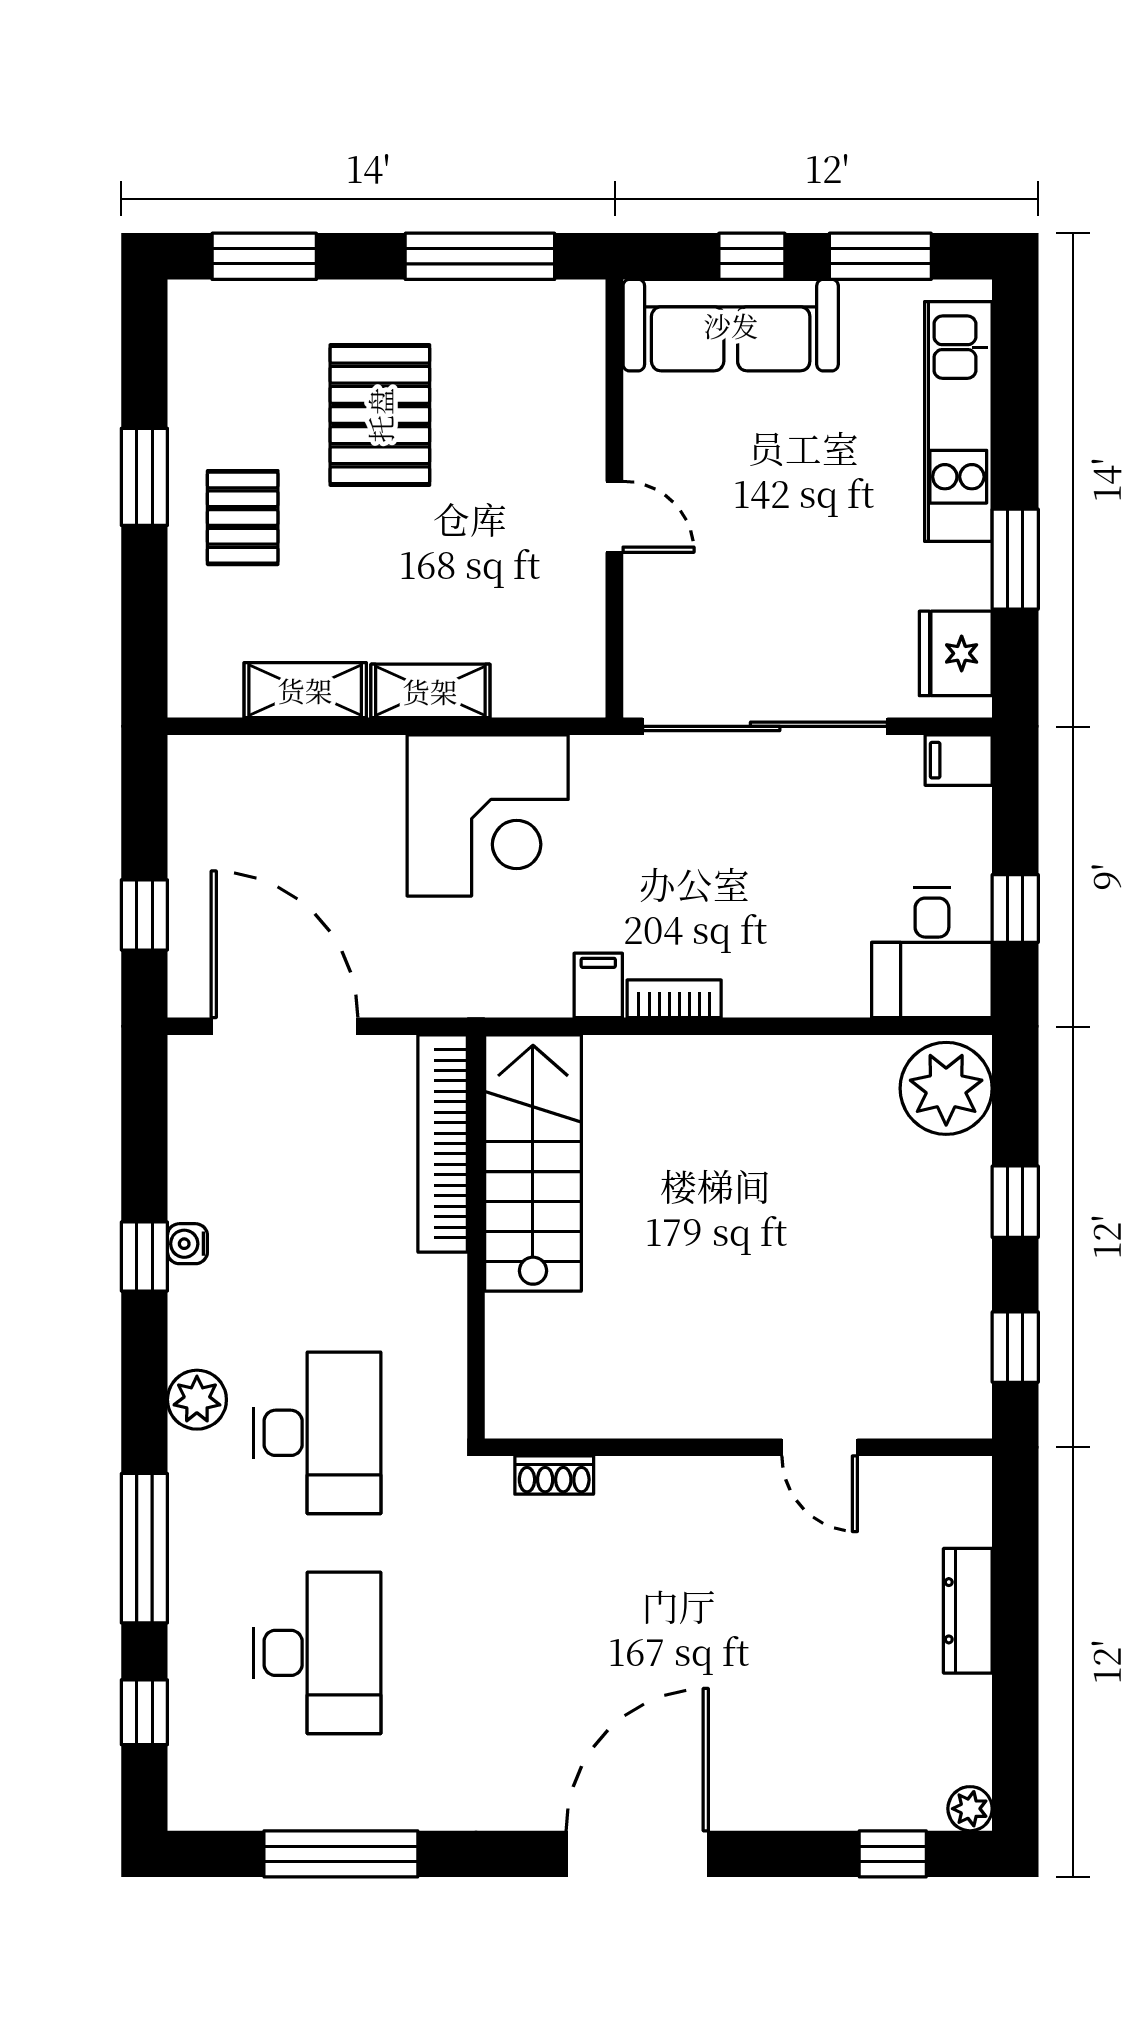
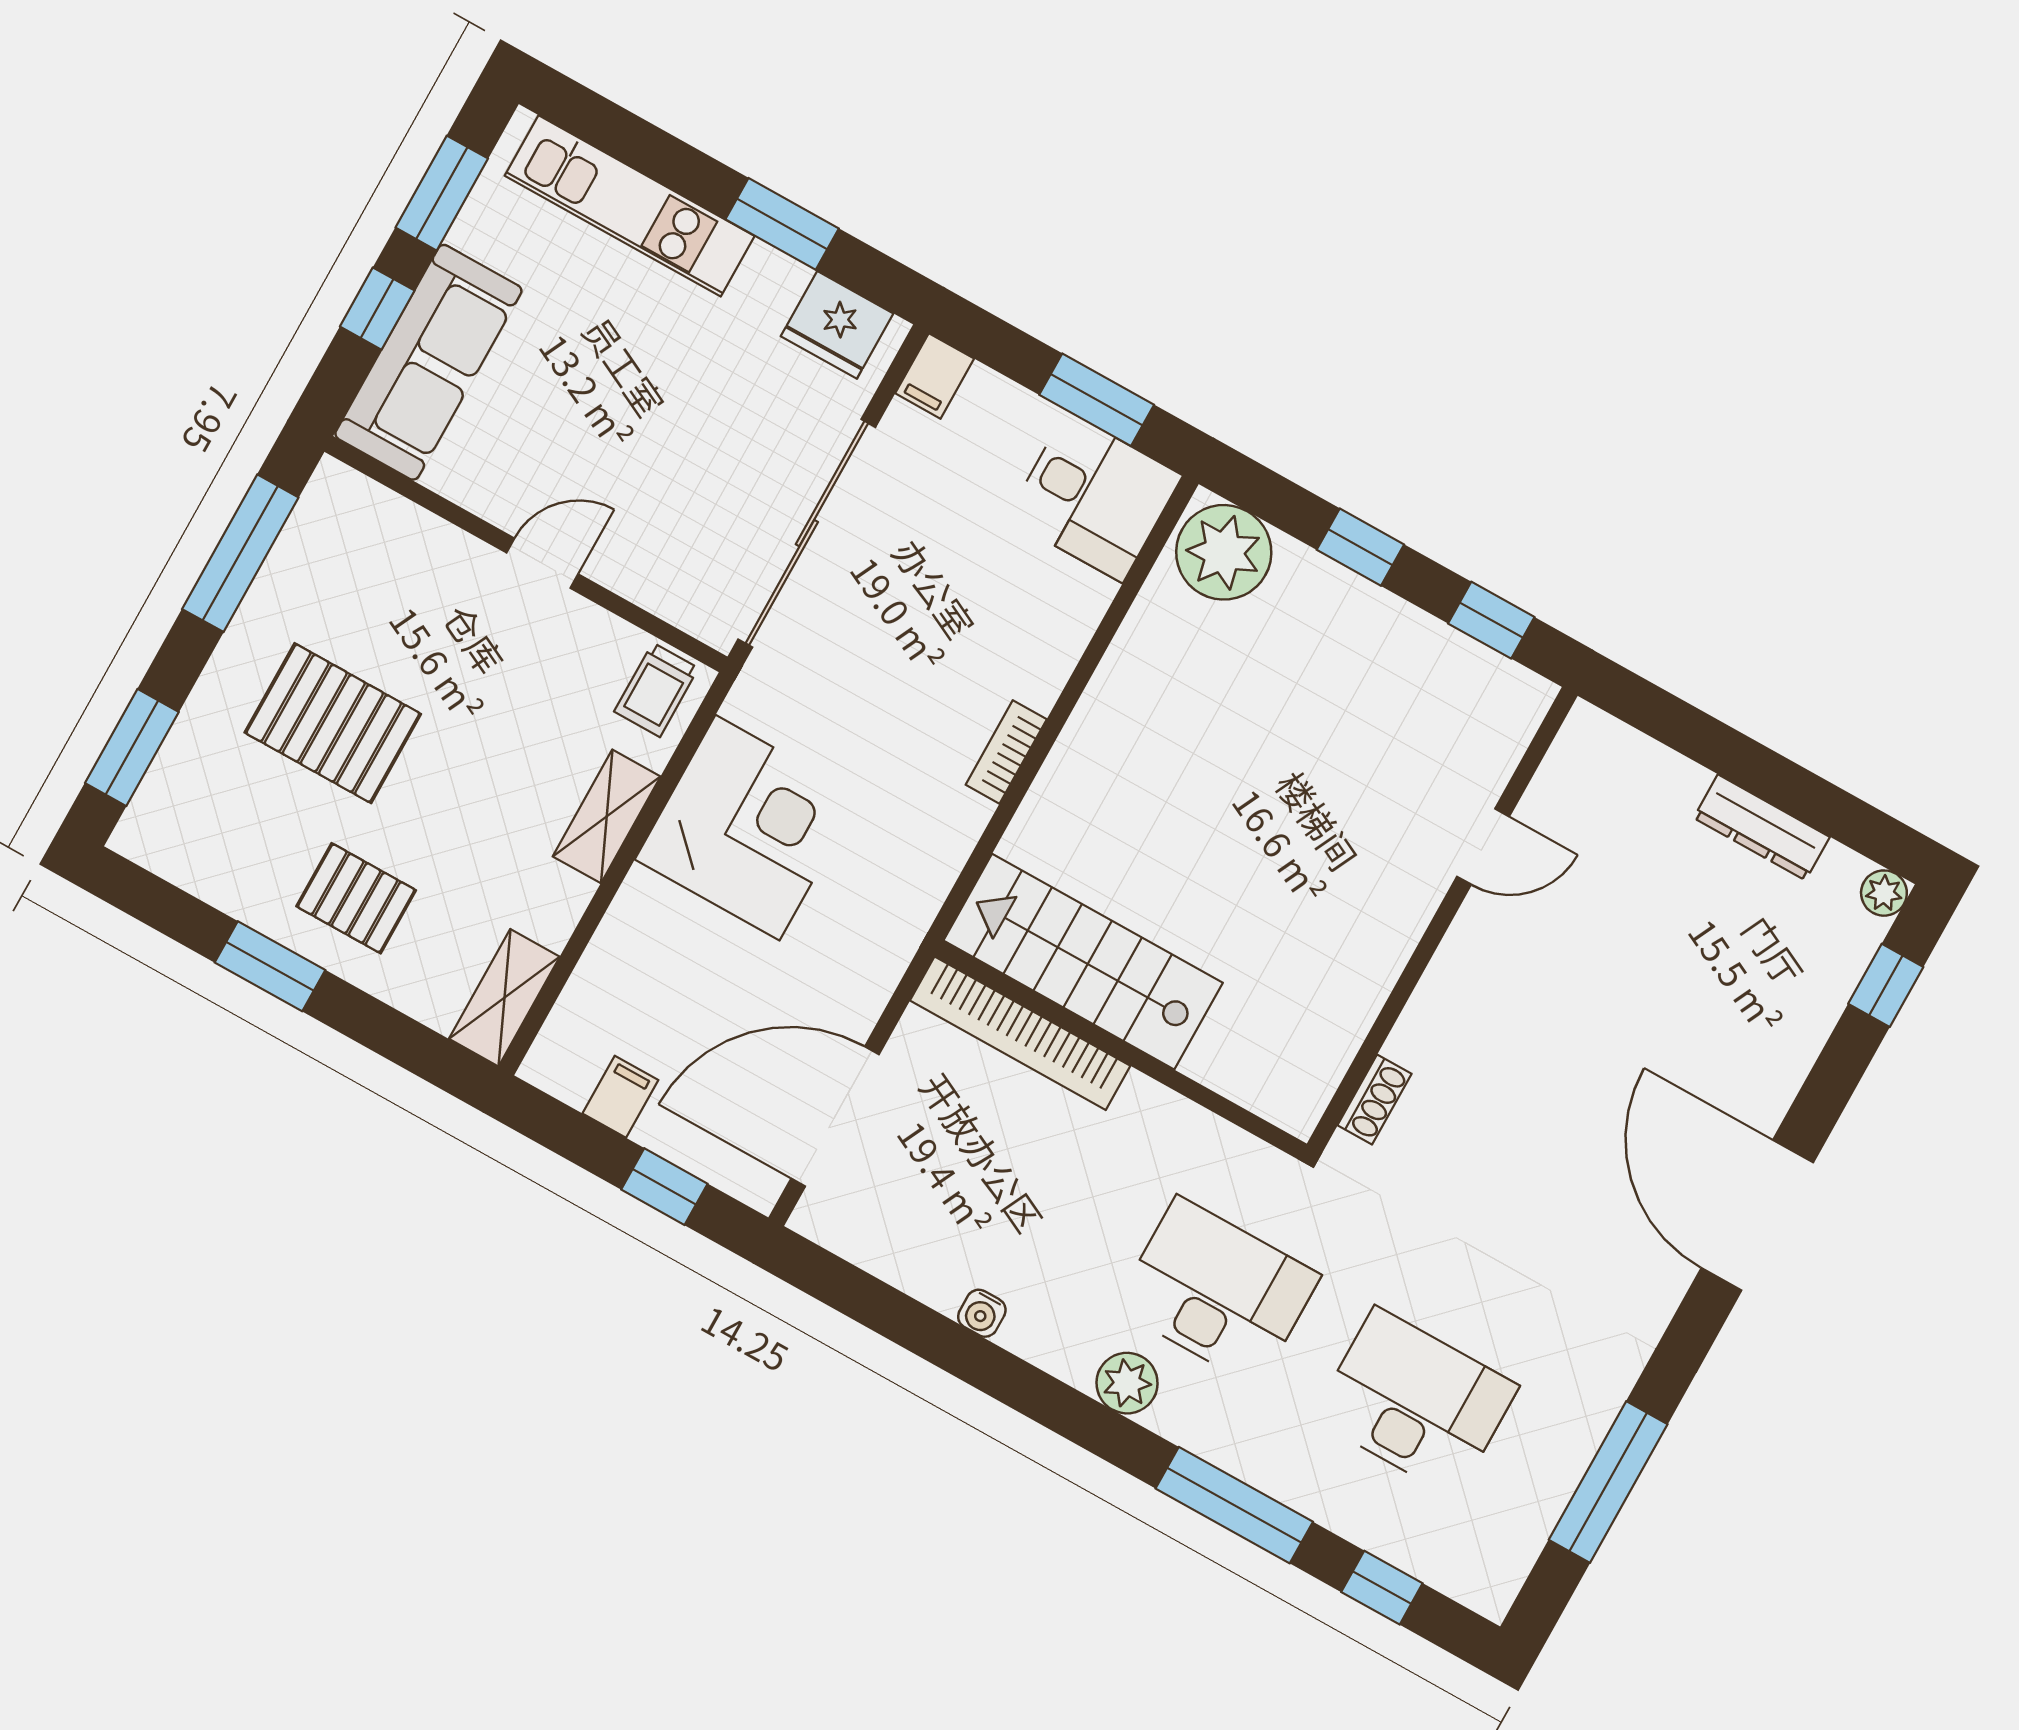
trolley: (561, 673) -> (656, 690), added
shelving: (305, 690) -> (504, 998), moved
window: (1015, 909) -> (1097, 400), width x1.50
filing cabinet: (598, 985) -> (620, 1097), moved, turned 90
window: (144, 1257) -> (972, 1358), removed
dresser: (968, 1611) -> (1762, 827), moved

